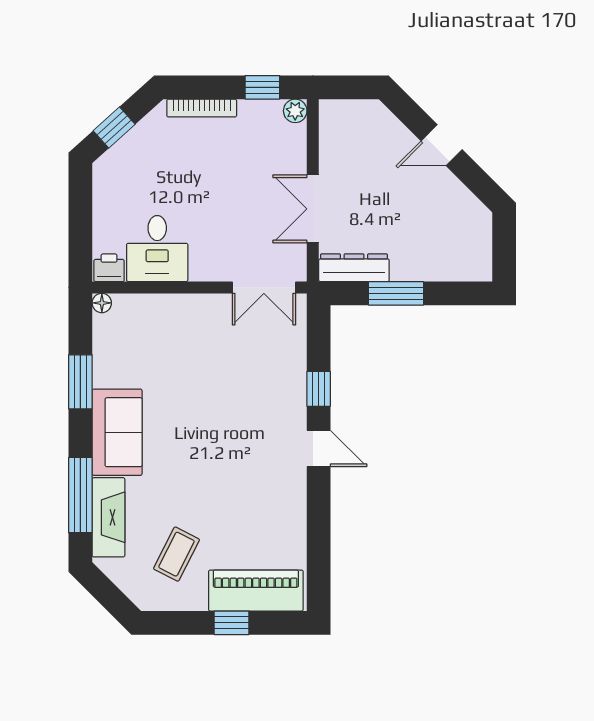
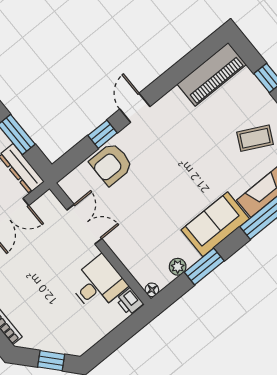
double door: (264, 287) -> (84, 224), moved
plant: (104, 352) -> (178, 267), added
armchair: (278, 372) -> (111, 164), added
piano: (256, 591) -> (212, 74), moved, turned -90

